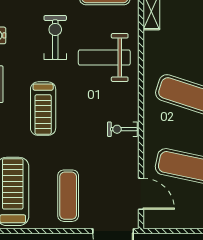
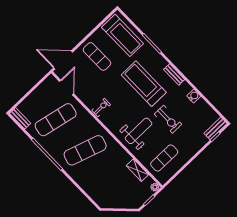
treadmill: (43, 109) -> (144, 84), width x1.37, depth x1.38
door: (141, 194) -> (66, 87), swing flipped

